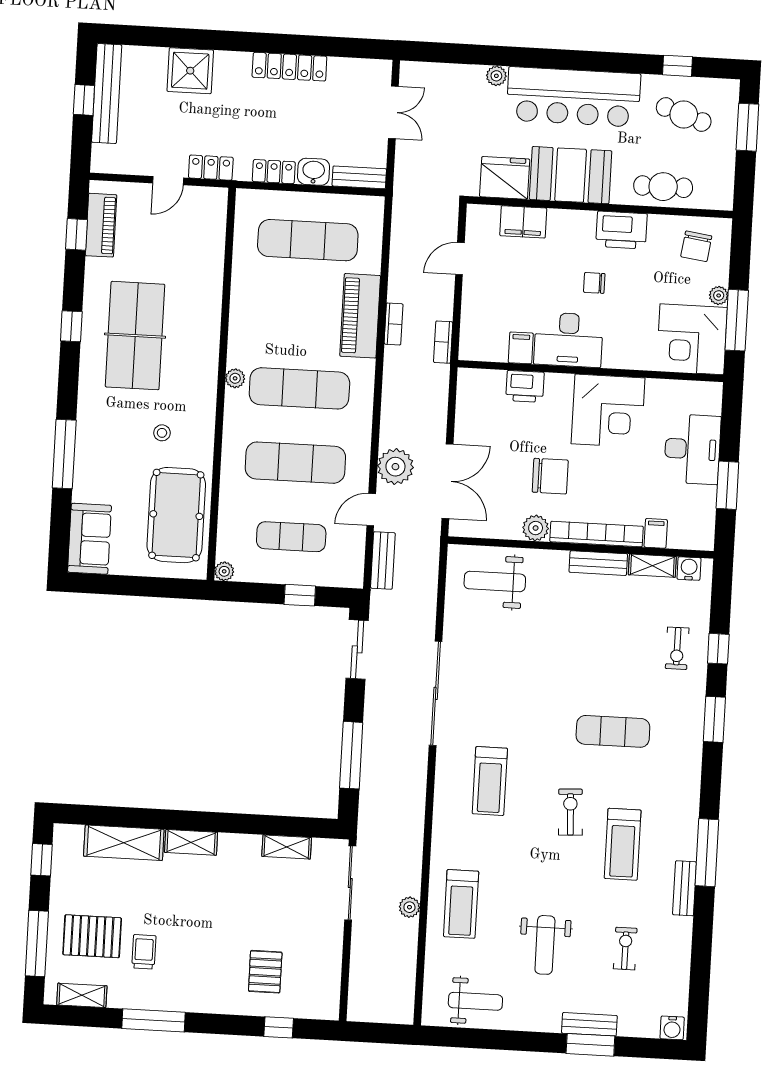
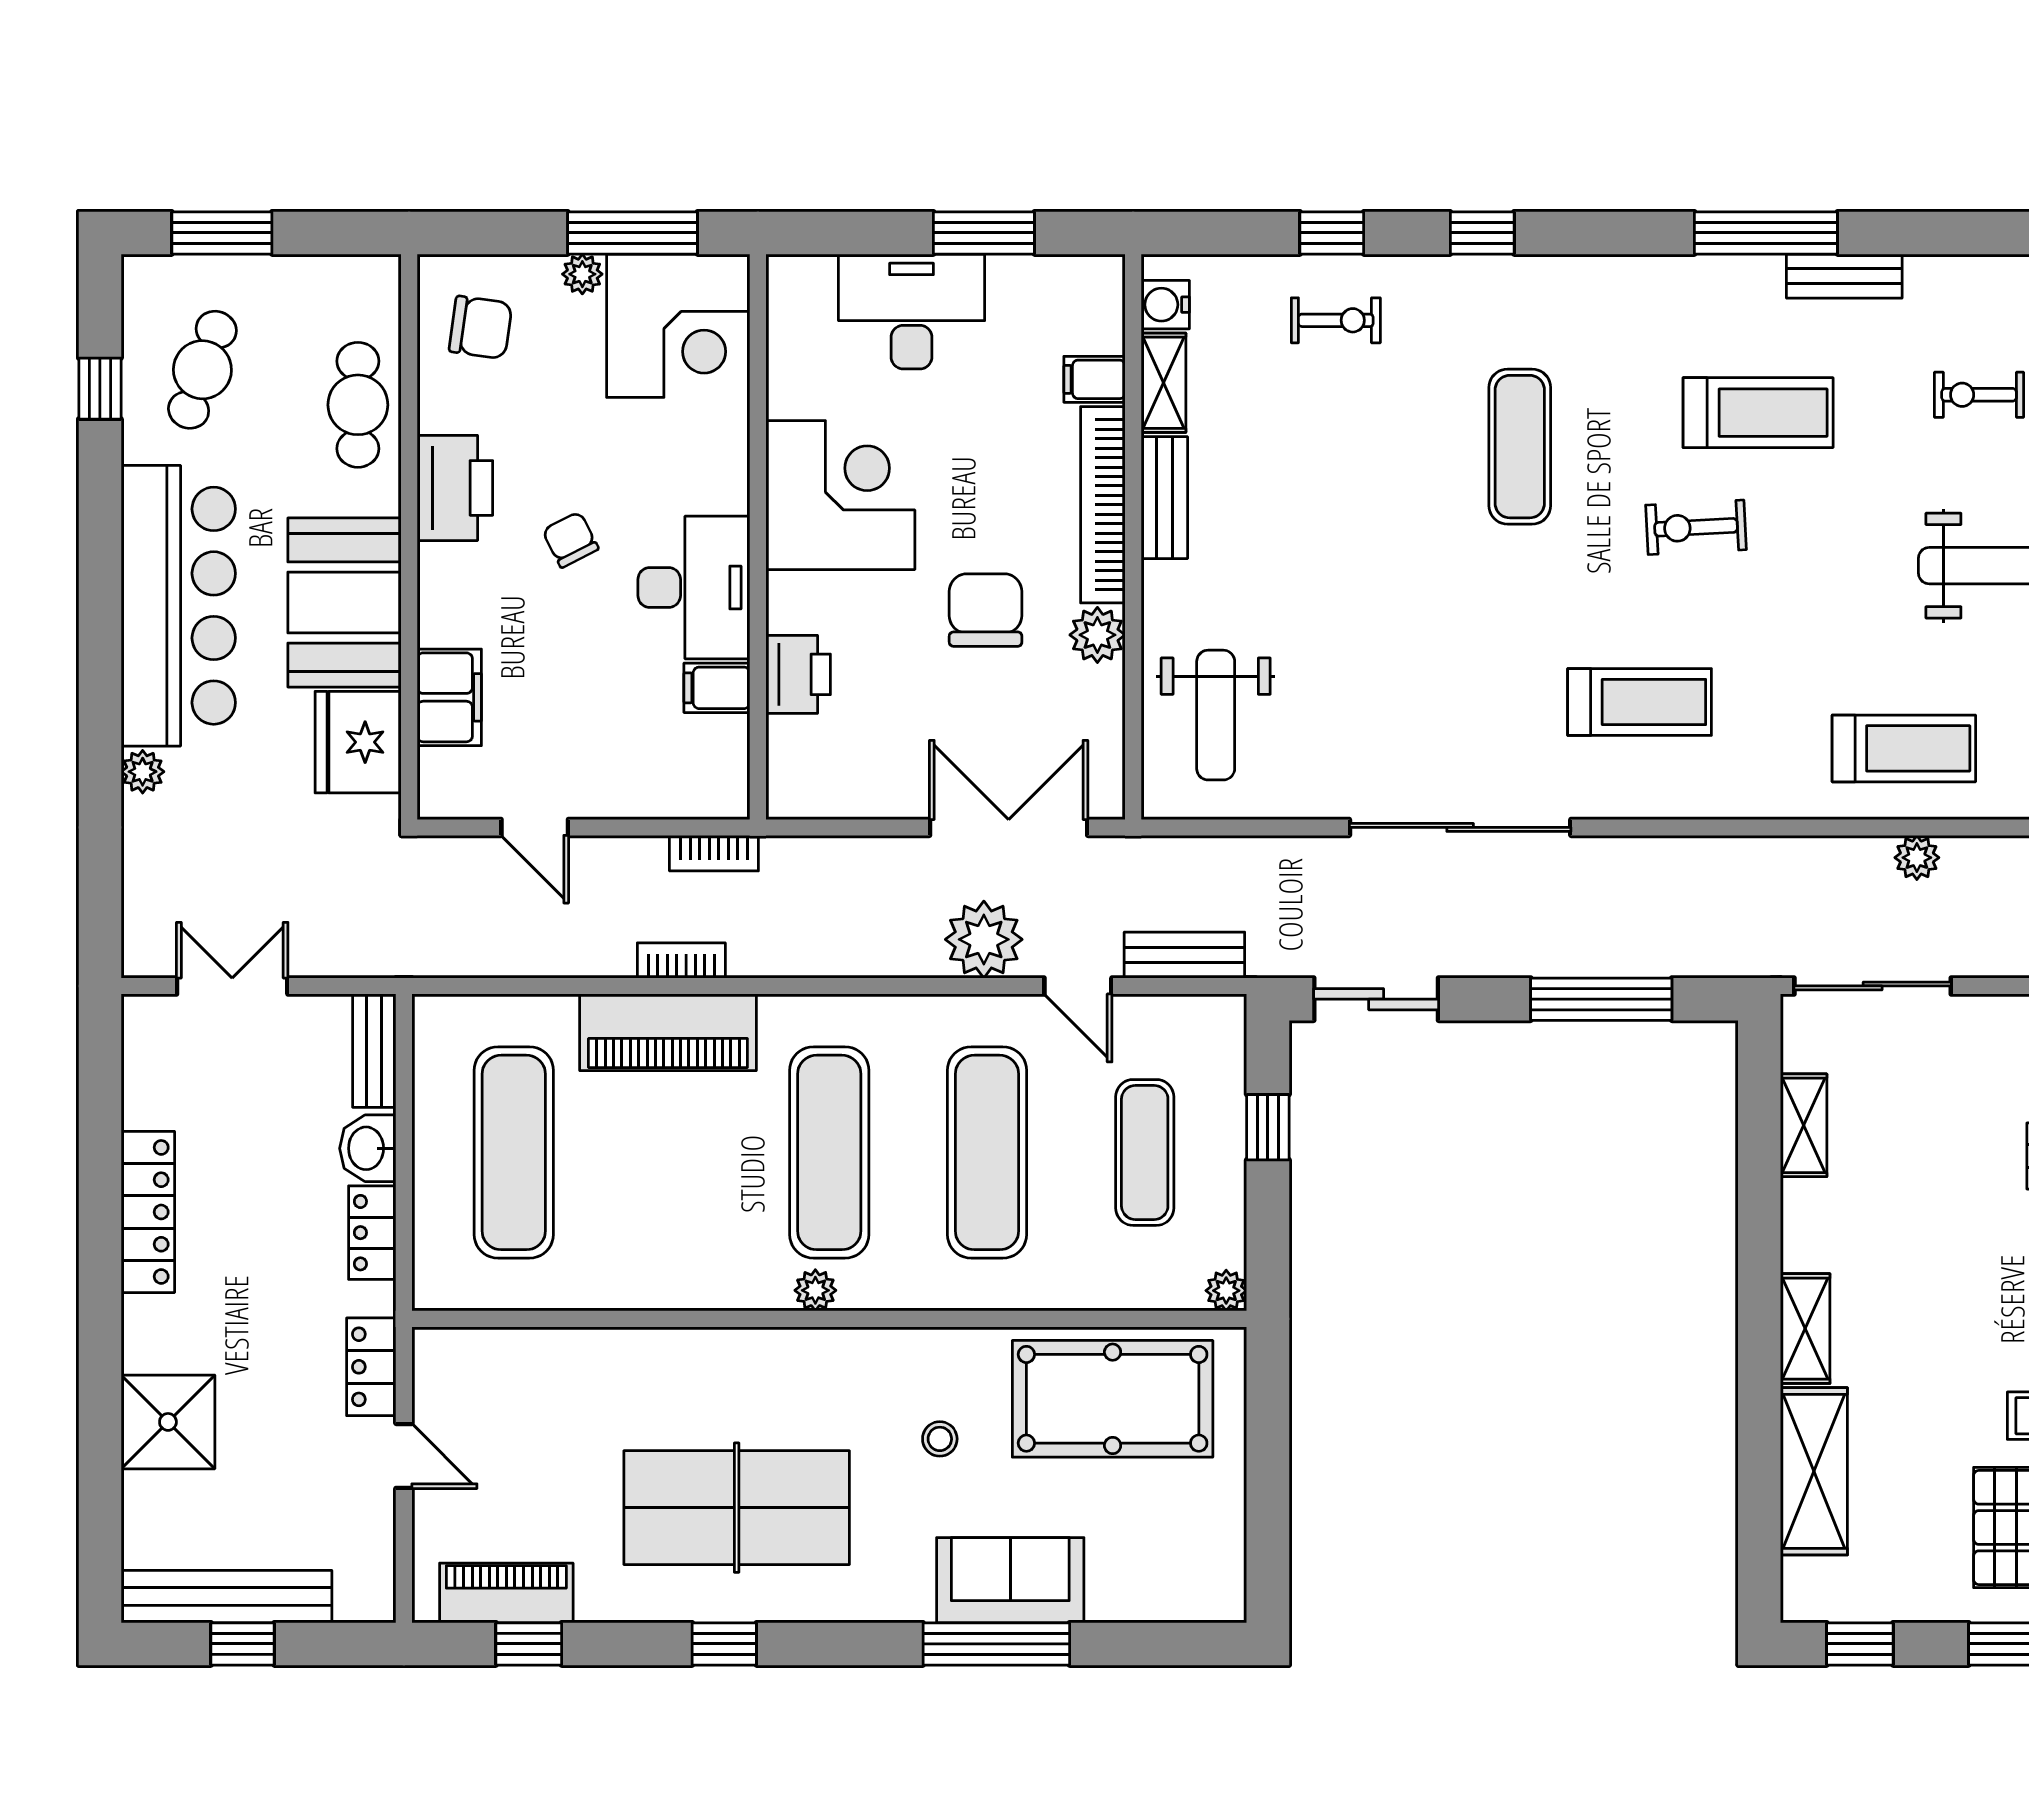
chair: (594, 283) -> (570, 540), turned 153
sofa: (89, 539) -> (1010, 1580), moved
window: (714, 719) -> (1482, 233), width x0.67

